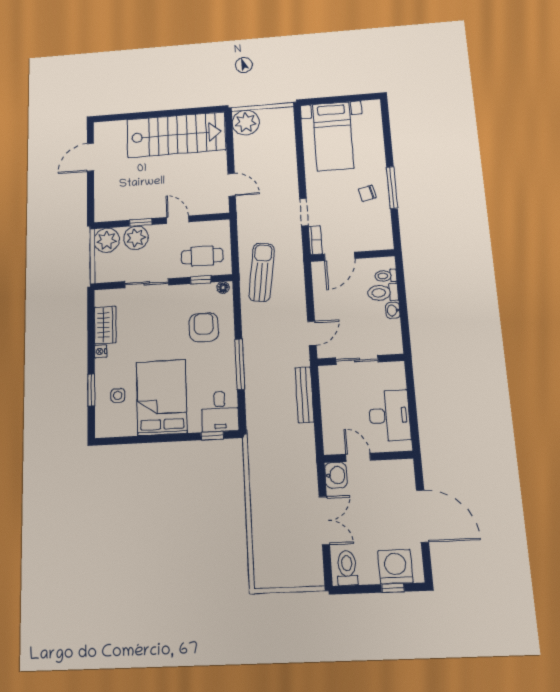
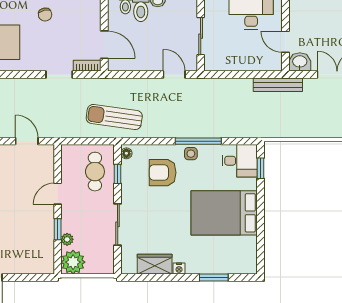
door: (232, 185) -> (27, 141), hinge flipped
plant: (136, 238) -> (67, 239), width x0.53, depth x0.53
side table: (118, 395) -> (191, 154), moved
bench: (304, 395) -> (278, 85), moved
door: (358, 457) -> (285, 42), hinge flipped

